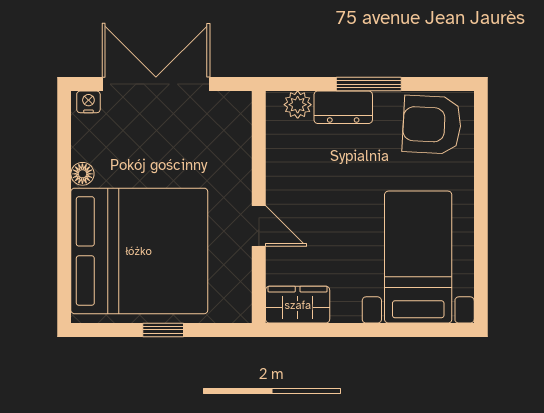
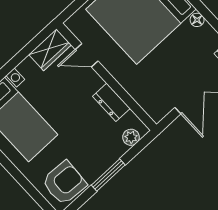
dresser: (343, 107) -> (111, 102), moved, turned -90
door: (259, 226) -> (87, 55), moved

